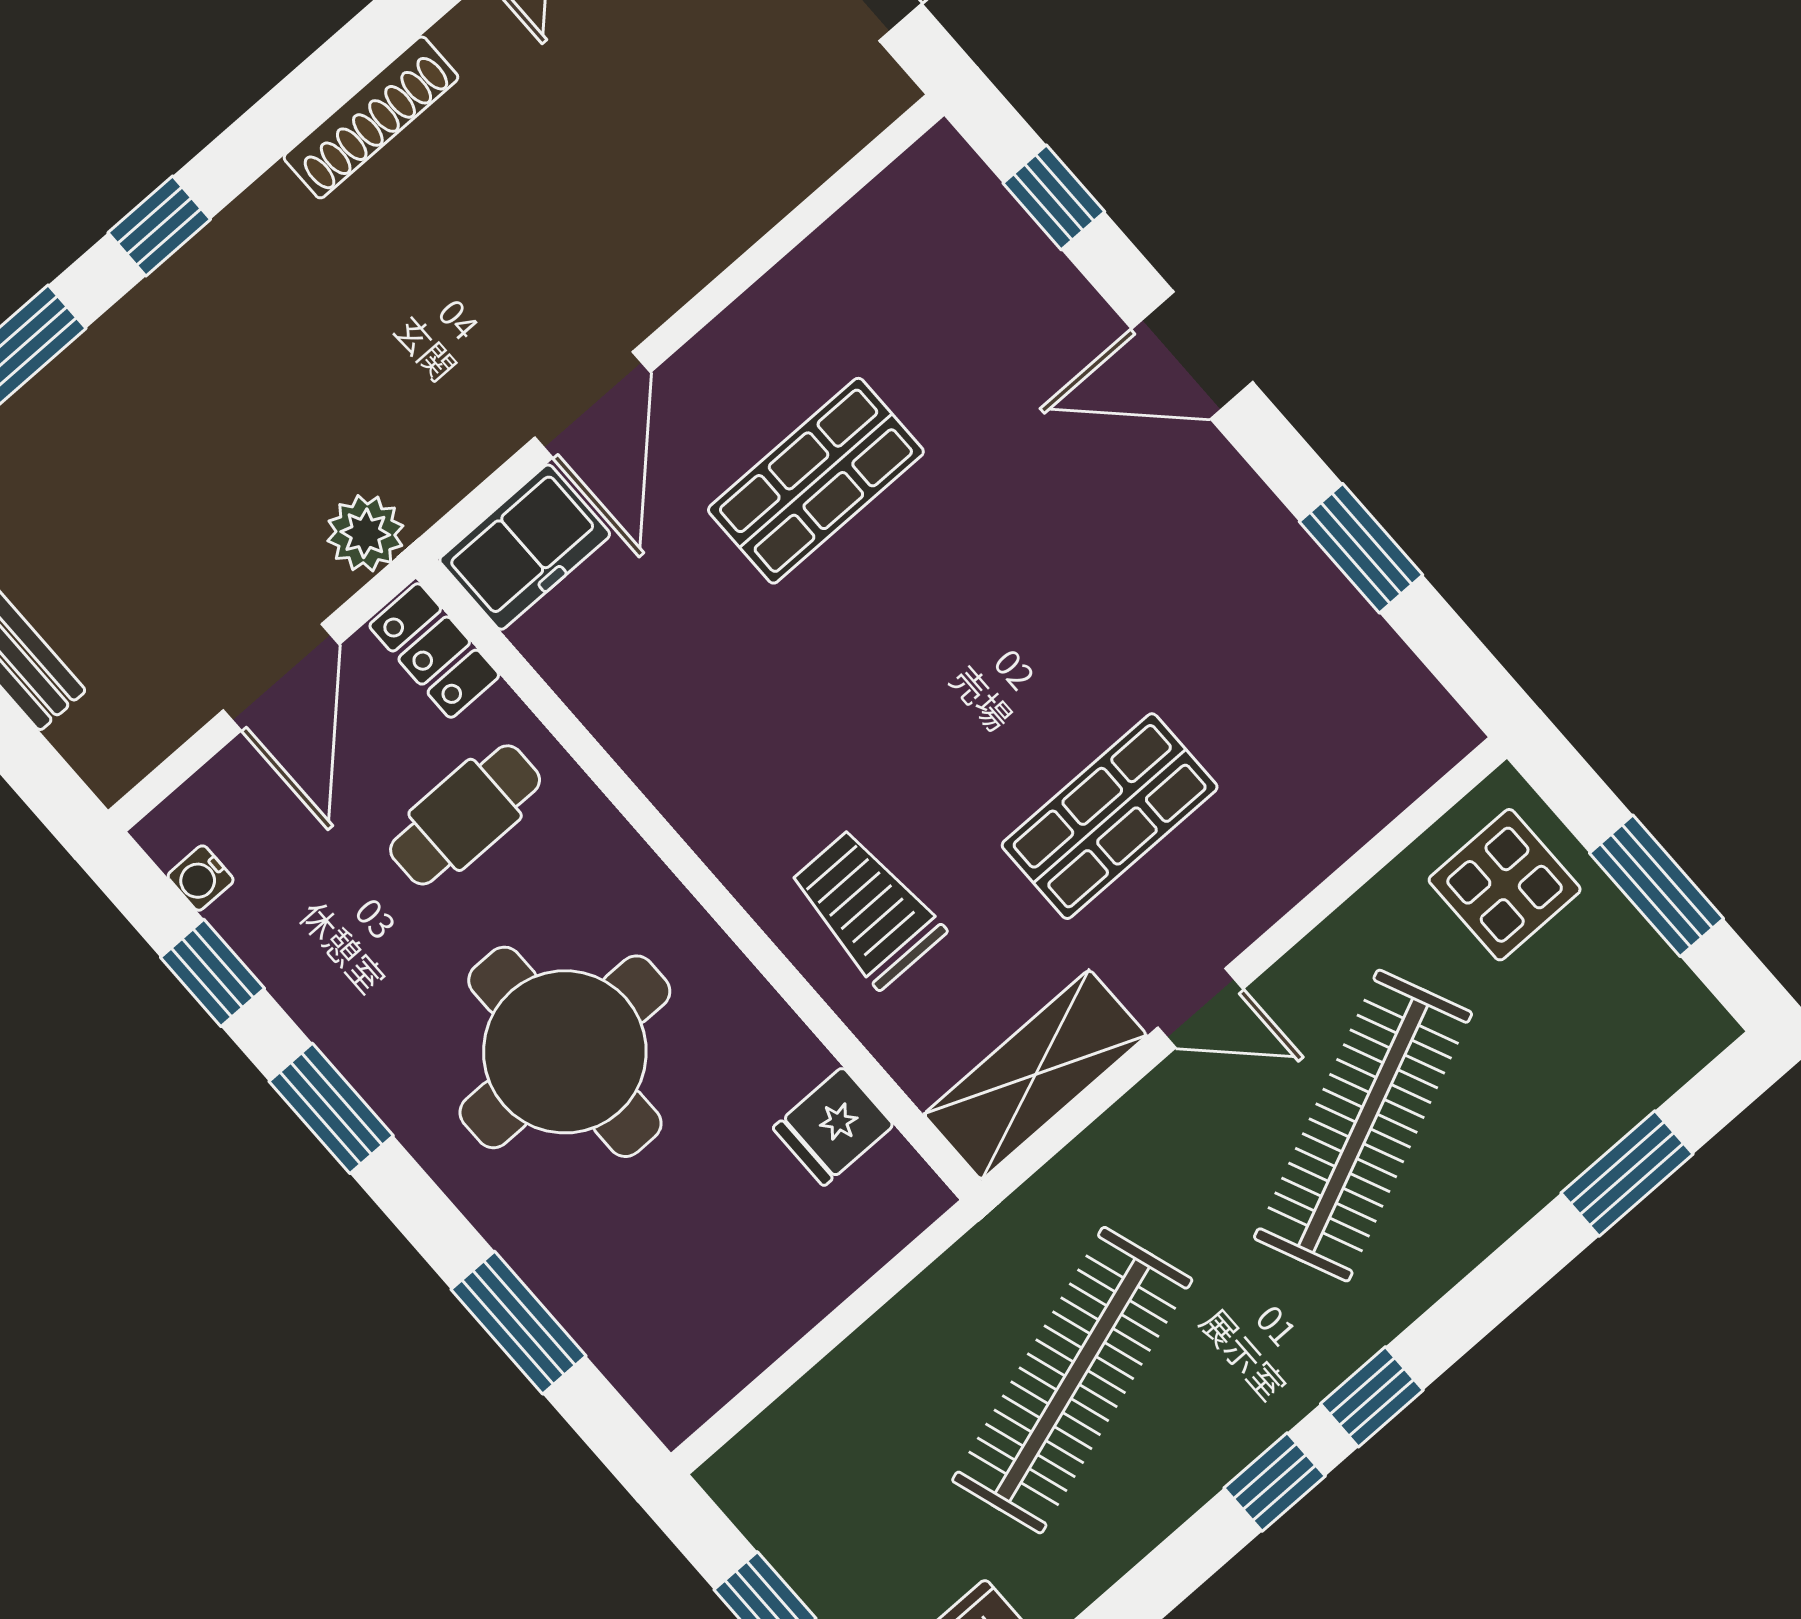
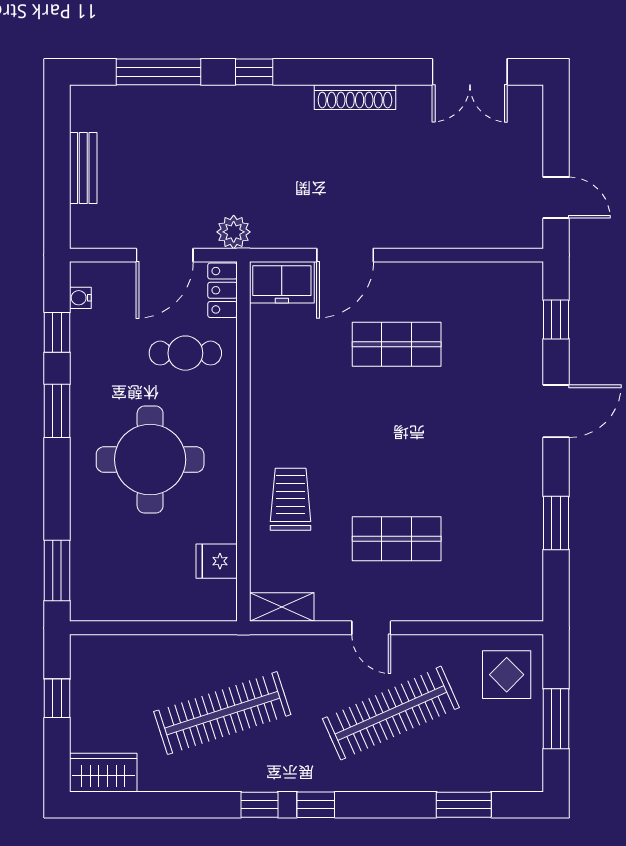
door: (1192, 355) -> (556, 411), swing flipped
shelving: (1035, 1075) -> (282, 607), width x0.67, depth x0.75
window: (519, 1323) -> (57, 570), moved

